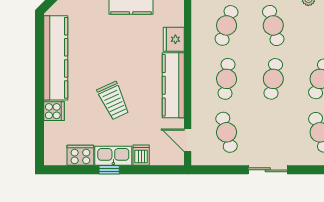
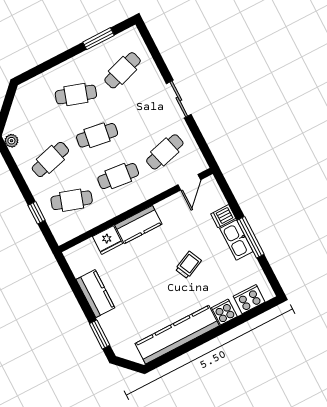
kitchen counter: (173, 85) -> (138, 225), width x0.67
trolley: (113, 101) -> (188, 265), width x0.73, depth x0.72
cooker: (80, 155) -> (249, 299), moved, turned 90
window: (109, 170) -> (251, 237), width x2.17

